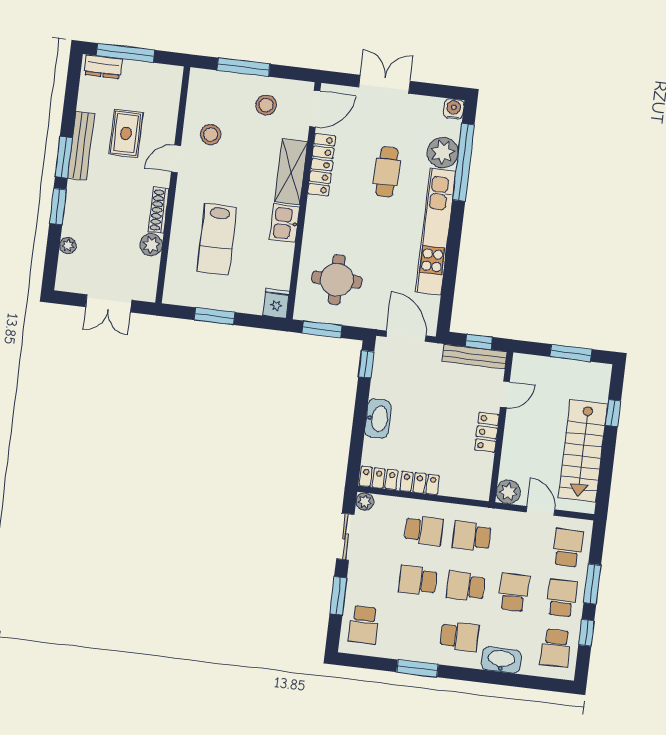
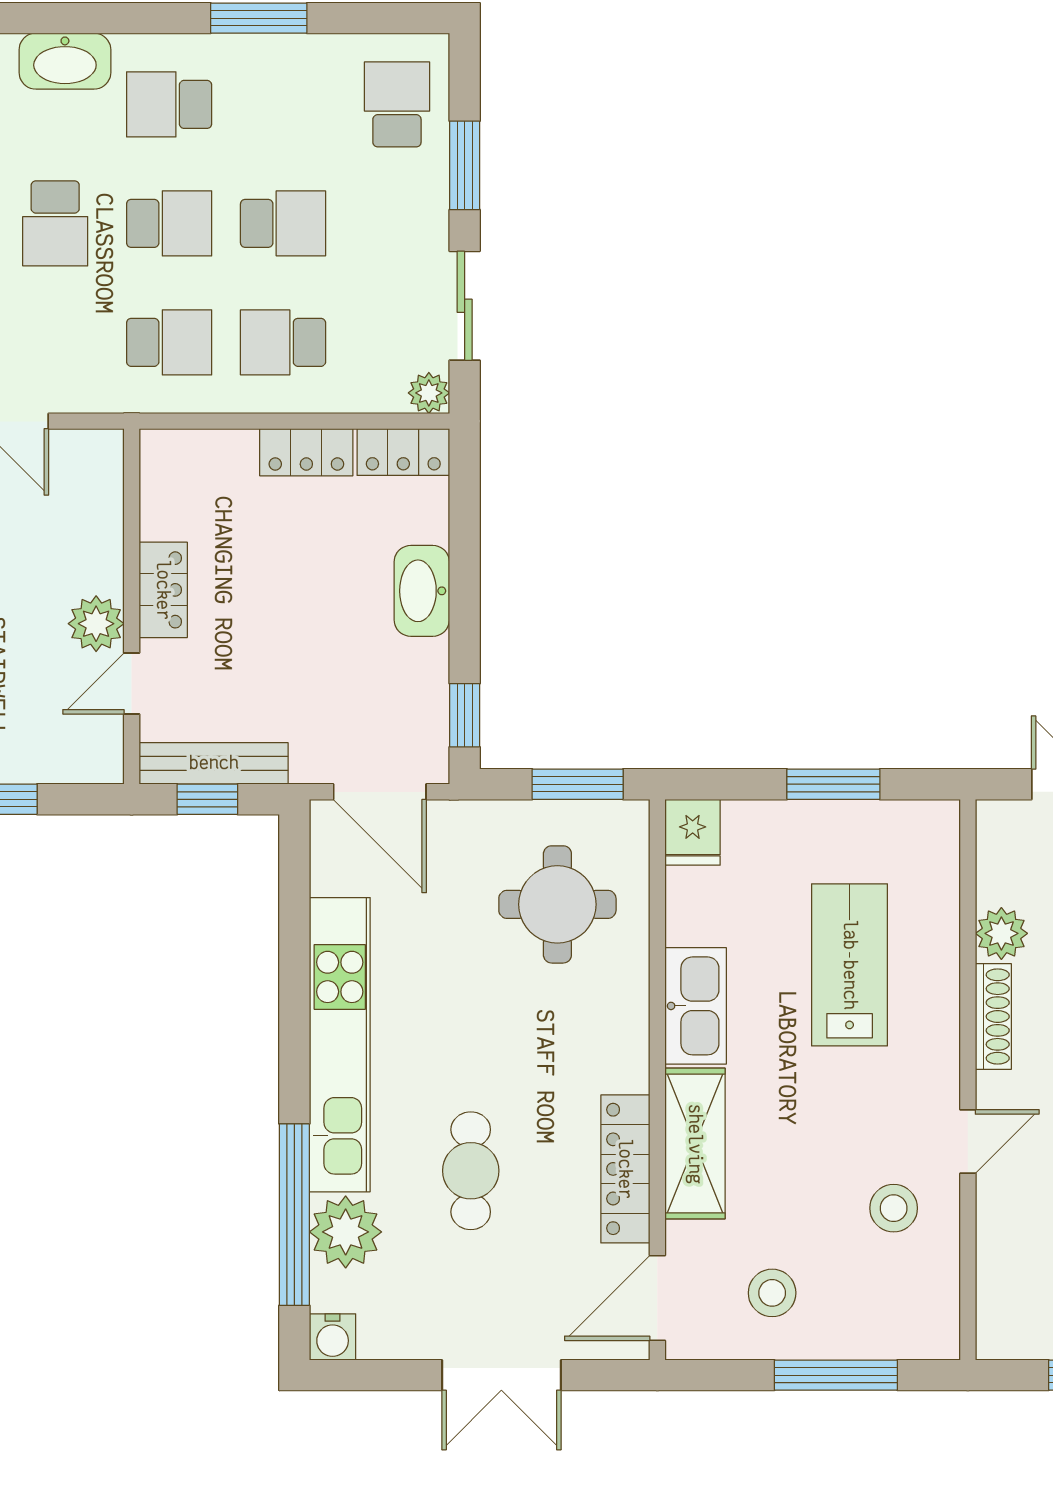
kitchen sink: (285, 223) -> (696, 1006), width x1.38
plant: (508, 492) -> (96, 624), moved

